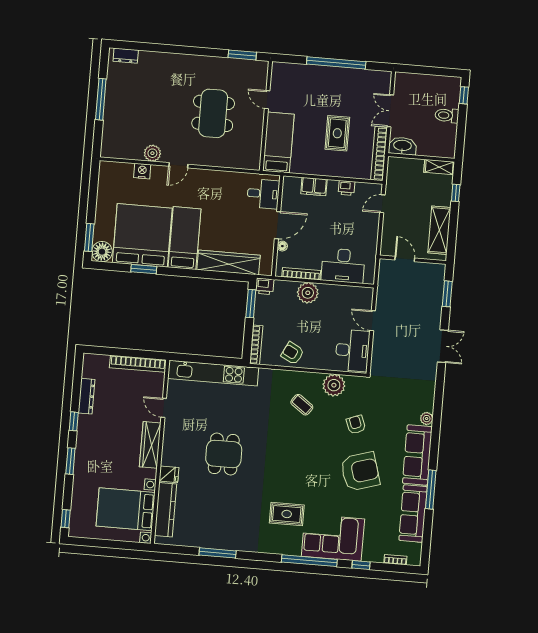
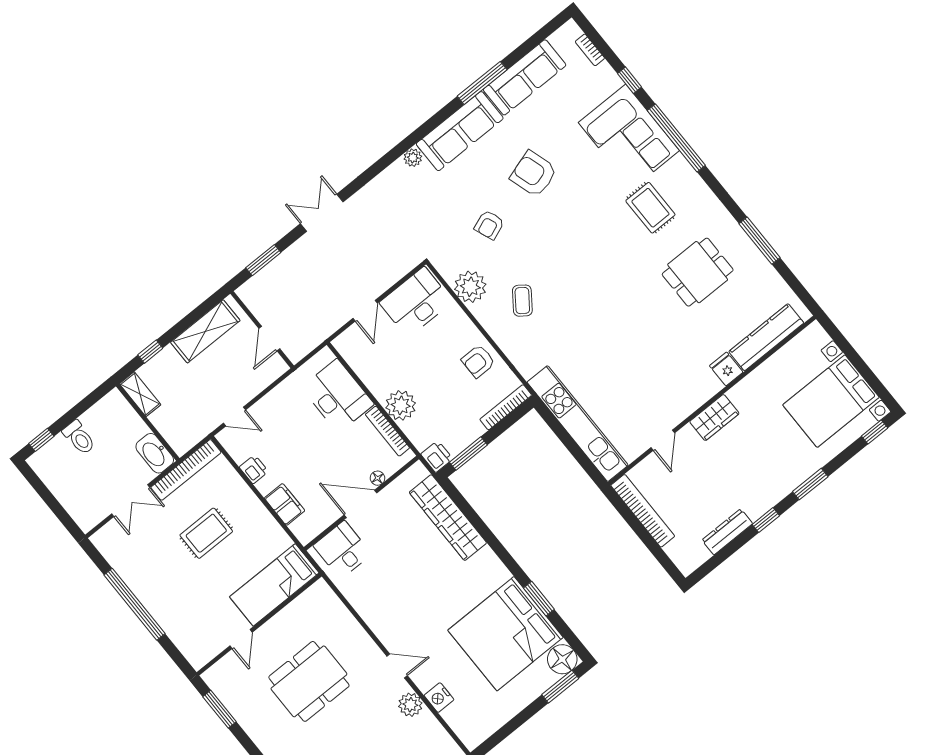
bed: (185, 238) -> (466, 587), removed
armchair: (293, 353) -> (478, 361), turned 63
wardrobe: (150, 445) -> (714, 418), width x0.67
dining table: (224, 454) -> (698, 272), moved
armchair: (360, 471) -> (534, 174), width x0.73, depth x0.73
bed with nightstands: (126, 509) -> (831, 401), moved, turned 90

